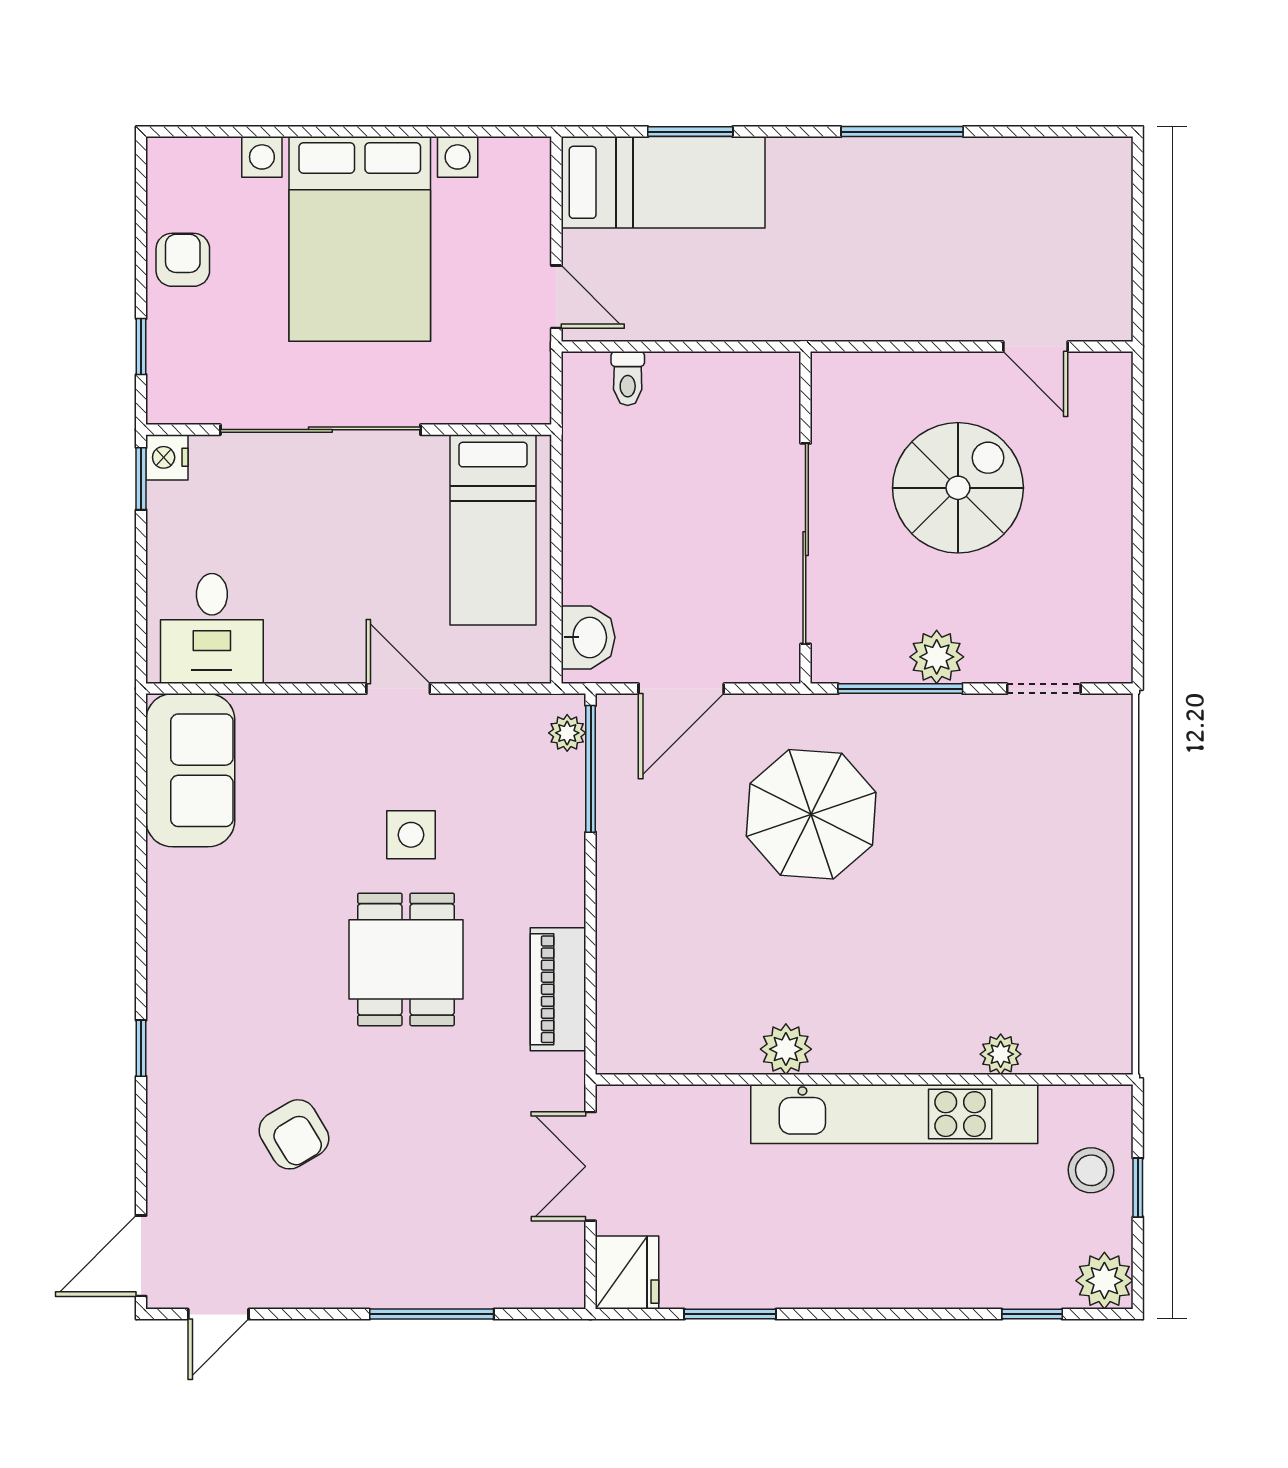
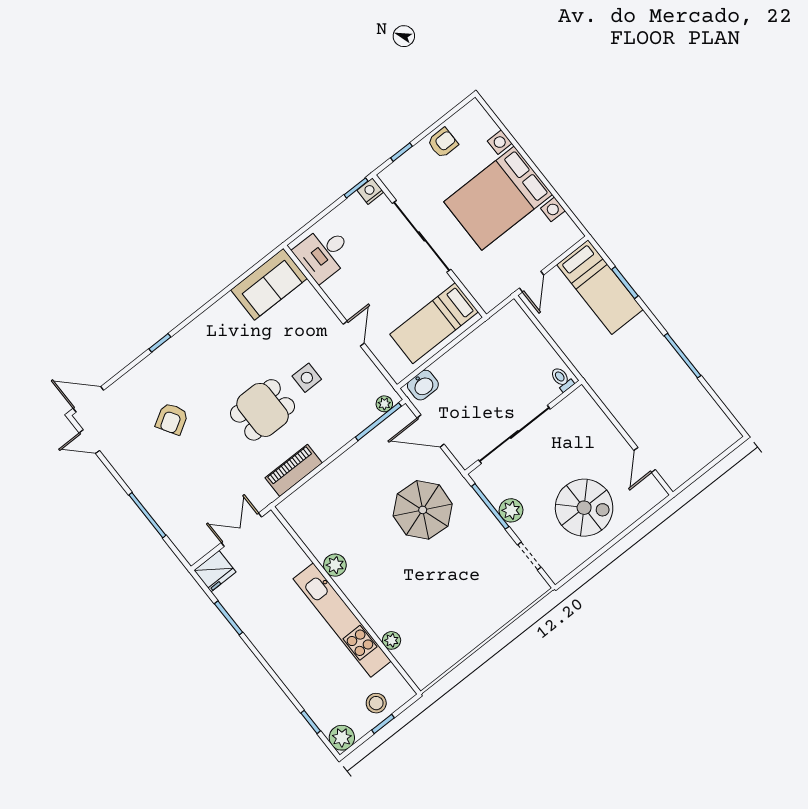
toilet: (628, 379) -> (562, 379), moved, turned 90
spiral stairs: (958, 488) -> (584, 508), moved

